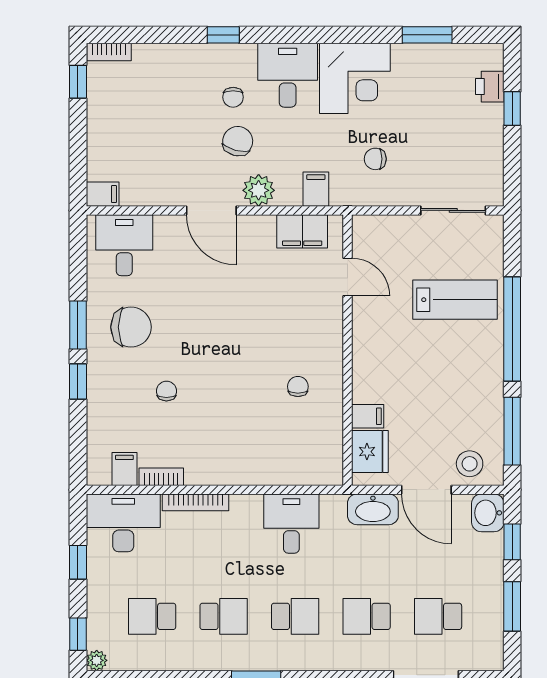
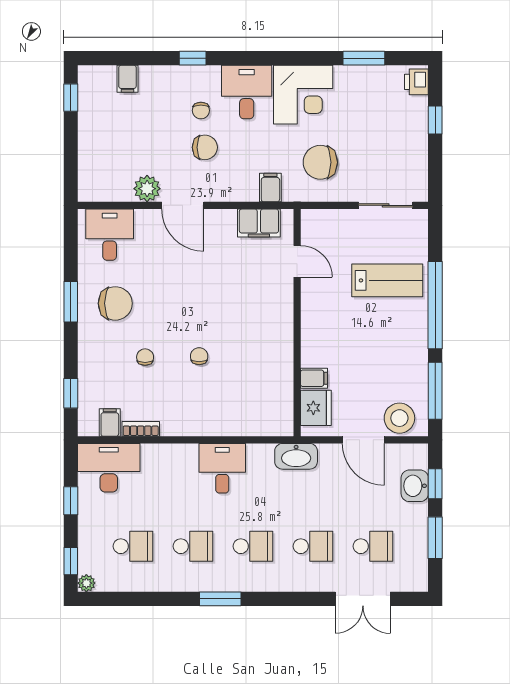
bookcase: (109, 52) -> (97, 72), removed
printer: (490, 87) -> (416, 82), moved
chair: (238, 141) -> (205, 147), turned 75
chair: (375, 159) -> (320, 162), width x1.87, depth x1.87
plant: (259, 190) -> (147, 189), moved
filing cabinet: (103, 194) -> (127, 79), moved, turned 90
window: (78, 381) -> (71, 393), moved
chair: (298, 387) -> (199, 356), moved
stool: (470, 464) -> (399, 418), width x1.38, depth x1.38
bookcase: (196, 502) -> (169, 450), removed
washbasin: (373, 509) -> (296, 456), moved
washbasin: (488, 513) -> (415, 486), moved
desk: (291, 524) -> (222, 468), moved
school desk: (152, 616) -> (133, 546), turned 180
school desk: (367, 616) -> (313, 546), turned 180
school desk: (438, 616) -> (373, 546), turned 180

